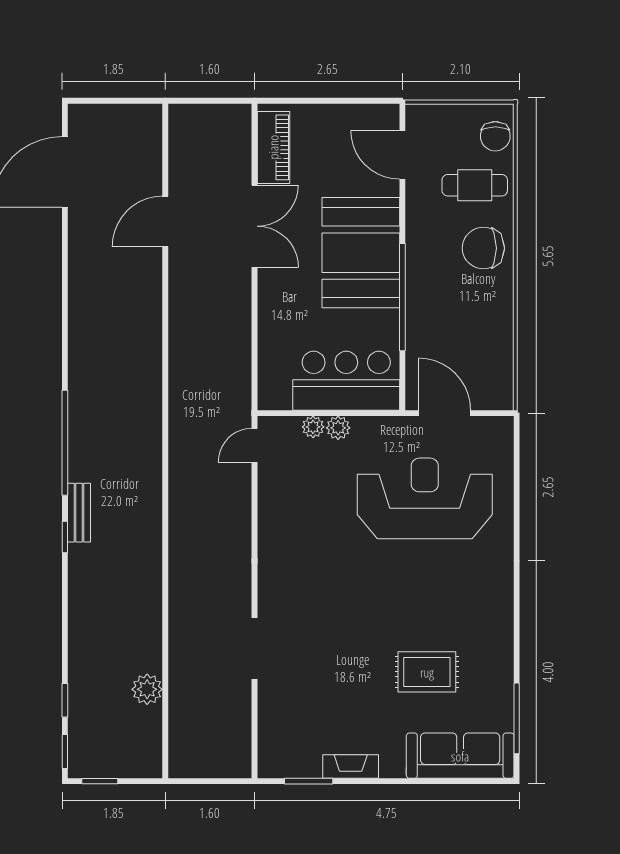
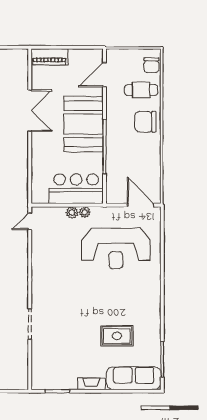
piano: (273, 147) -> (49, 57), moved, turned 90
door: (402, 155) -> (104, 75), hinge flipped
door: (445, 413) -> (141, 205), moved
plant: (313, 427) -> (85, 212), moved
reception desk: (425, 498) -> (116, 248), turned 180
fireplace: (351, 767) -> (91, 384), moved

